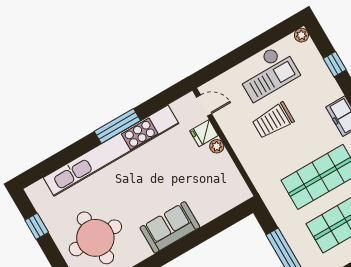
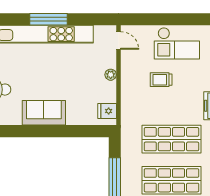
trolley: (273, 121) -> (161, 80), width x0.73, depth x0.72
fridge: (204, 133) -> (107, 111), moved

